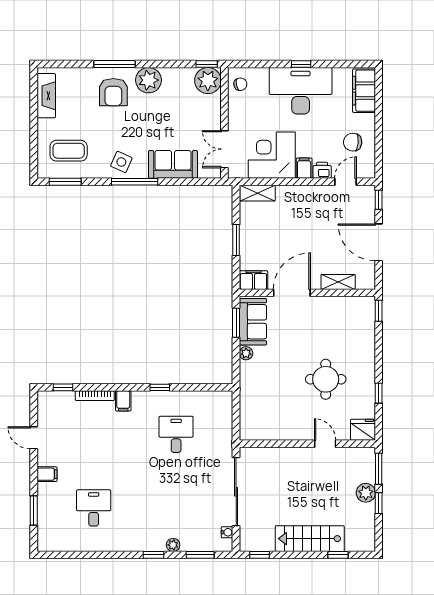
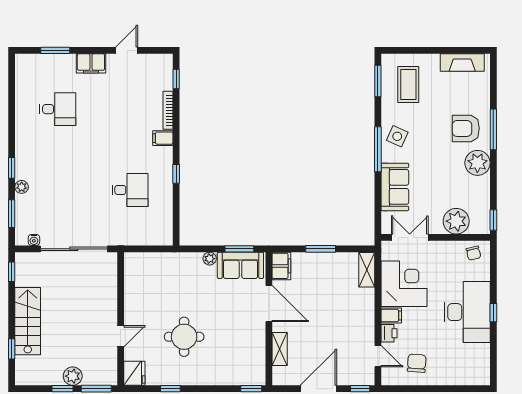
plant: (208, 81) -> (456, 221), moved
filing cabinet: (364, 91) -> (467, 374), removed
filing cabinet: (47, 474) -> (91, 63), width x2.00

